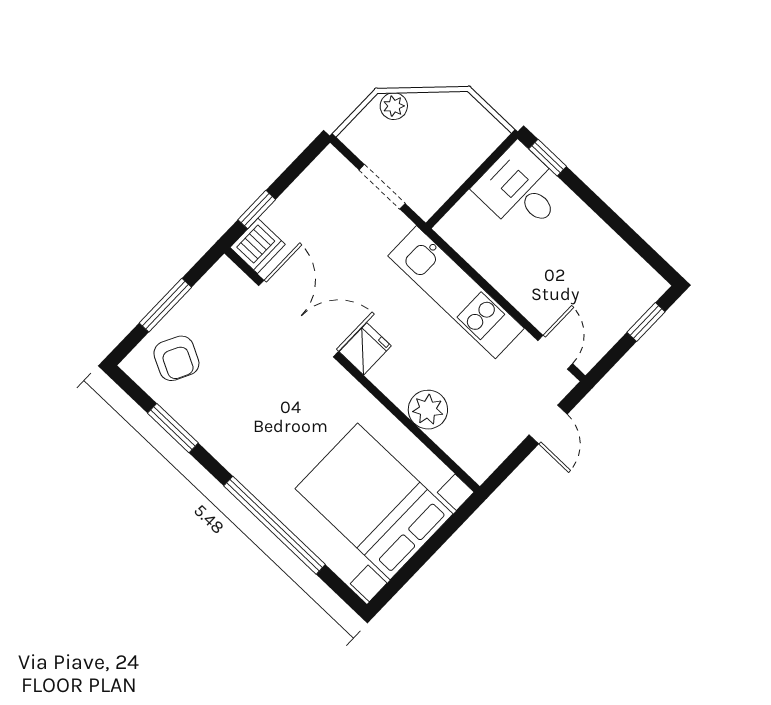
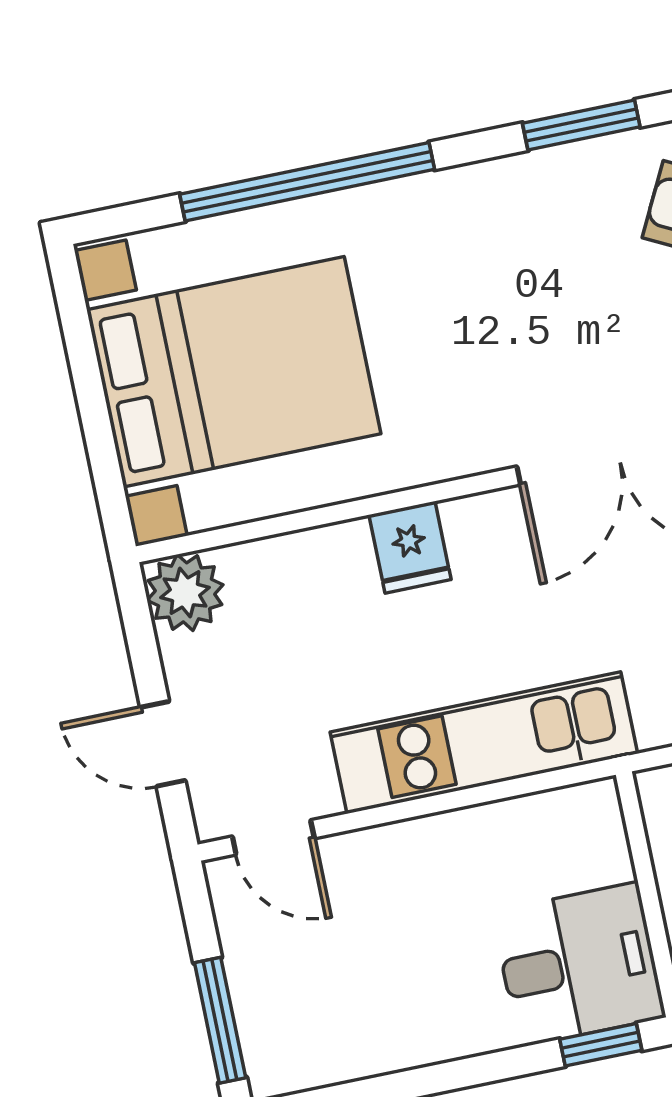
window: (646, 322) -> (220, 1020), width x1.50
fridge: (365, 349) -> (410, 547), moved
plant: (428, 410) -> (185, 592), moved

